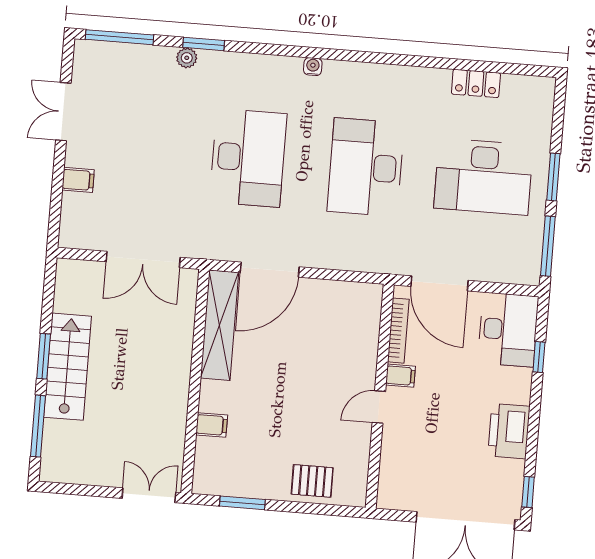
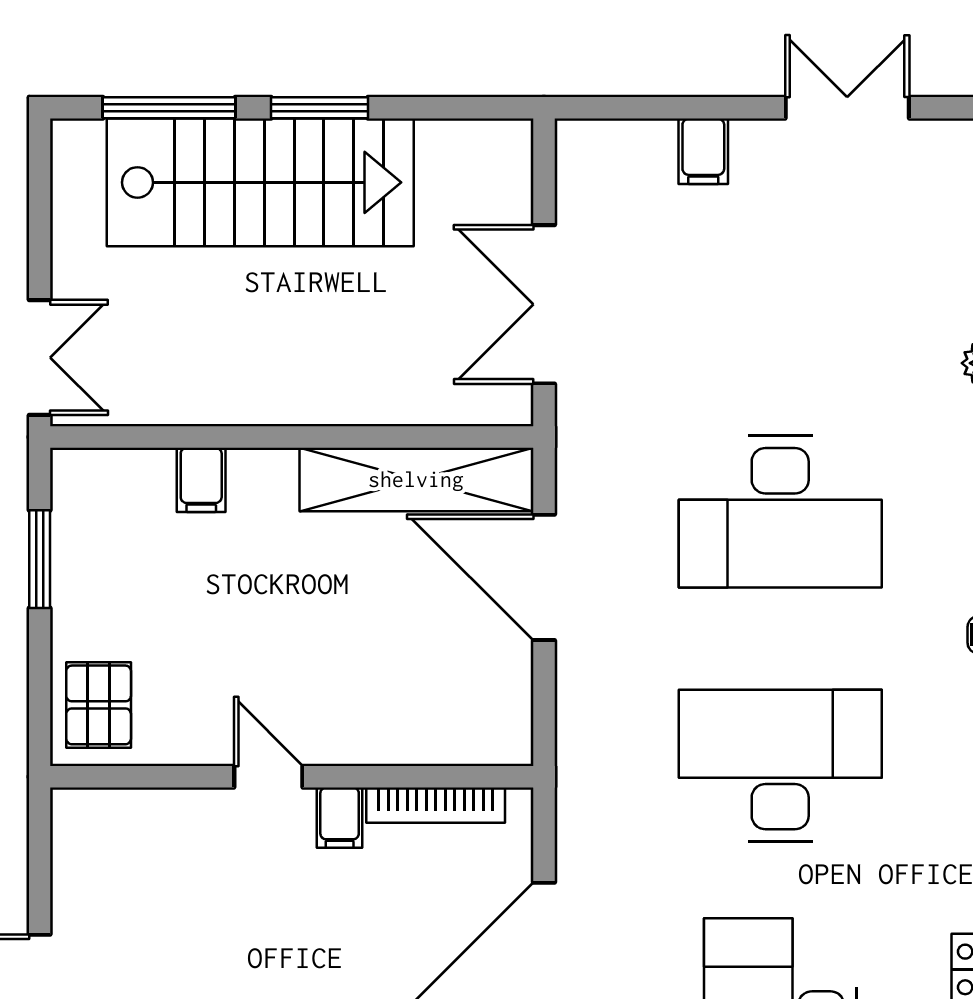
bookcase: (398, 331) -> (436, 805), moved
stairs: (68, 367) -> (260, 182), width x1.36, depth x1.51
filing cabinet: (400, 376) -> (340, 818), moved
wall: (380, 396) -> (292, 777), moved
door: (379, 407) -> (268, 777), moved

